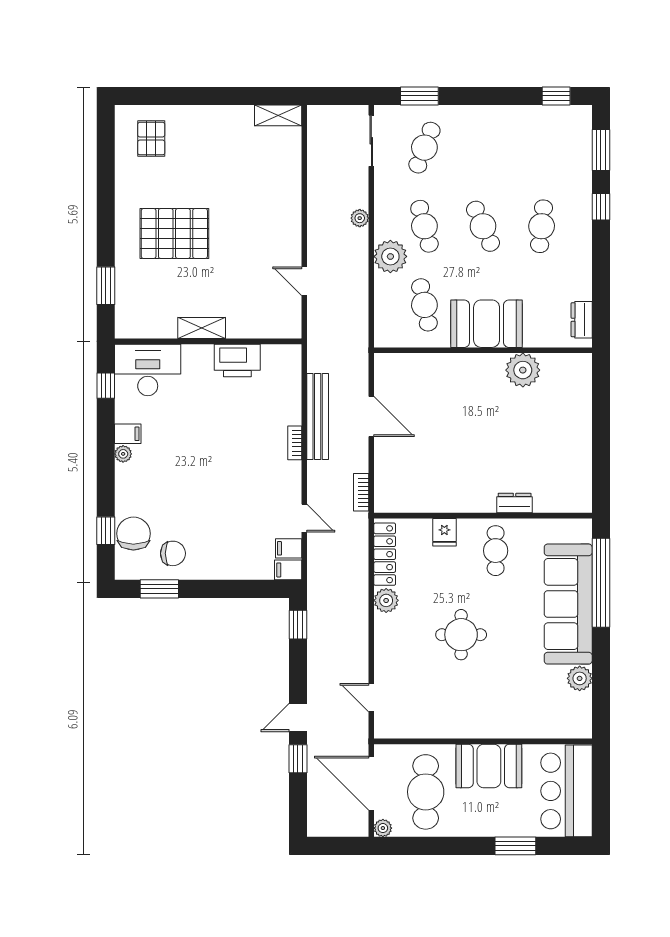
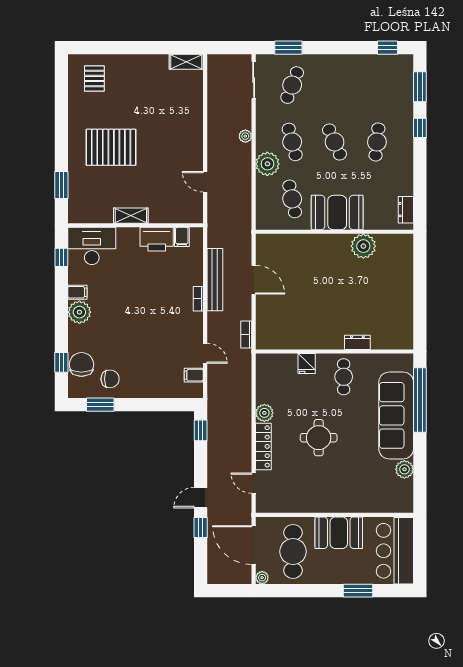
plant: (123, 454) -> (79, 312), width x1.88, depth x1.88
locker: (385, 554) -> (263, 446), moved
filing cabinet: (288, 570) -> (182, 237), moved, turned -90

